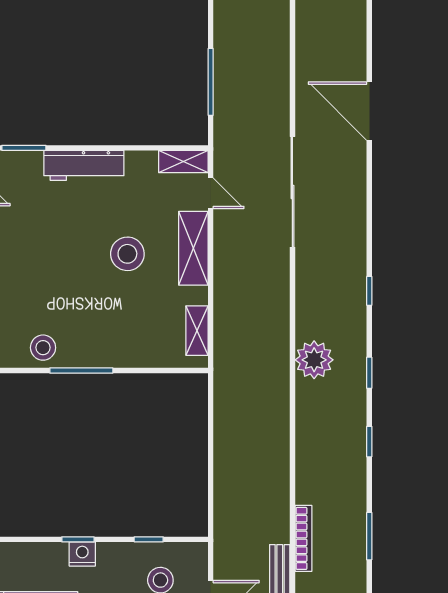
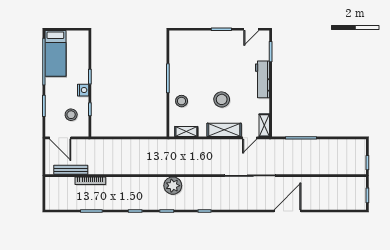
stool: (43, 348) -> (182, 101), moved
nightstand: (82, 554) -> (83, 90), moved

